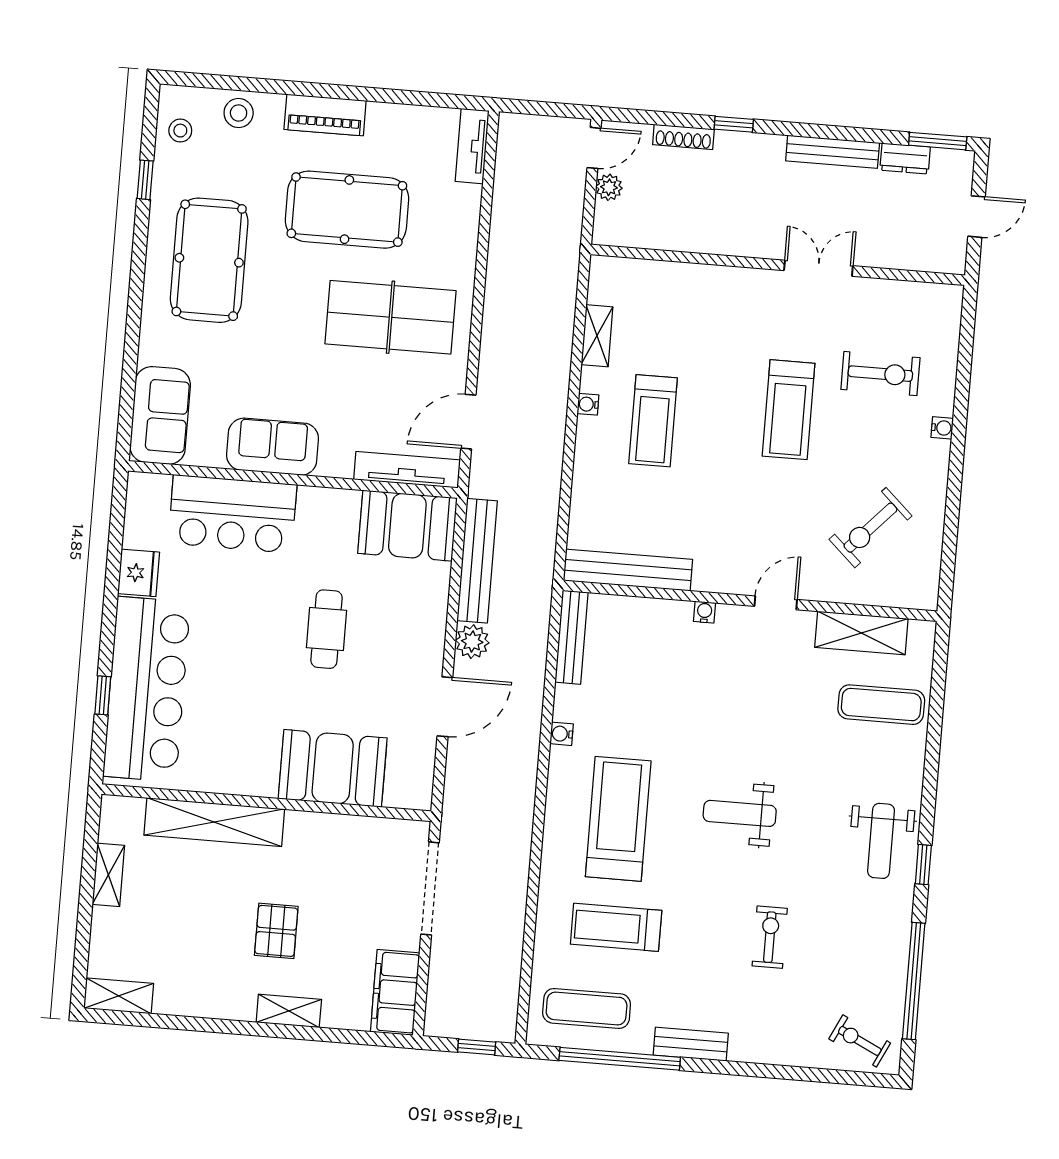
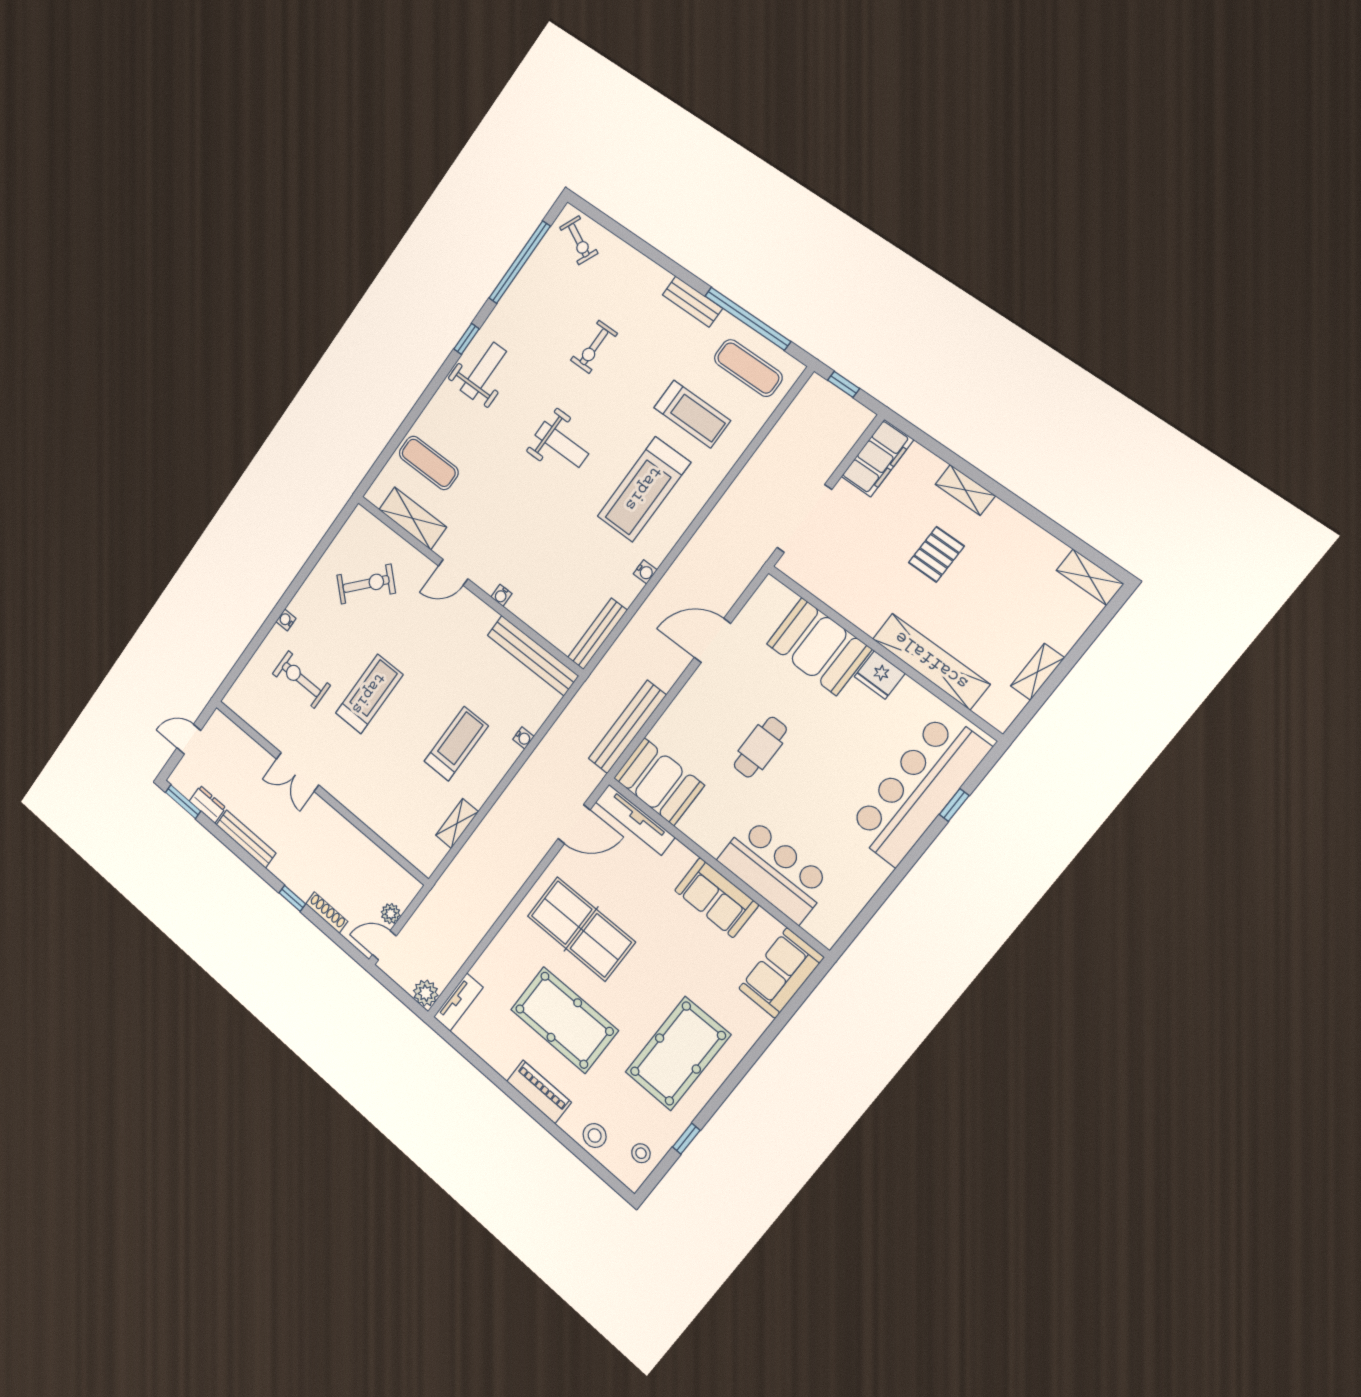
water cooler: (588, 404) -> (523, 738), moved
fridge: (139, 573) -> (880, 675), moved, turned -90
plant: (472, 642) -> (426, 993), moved

